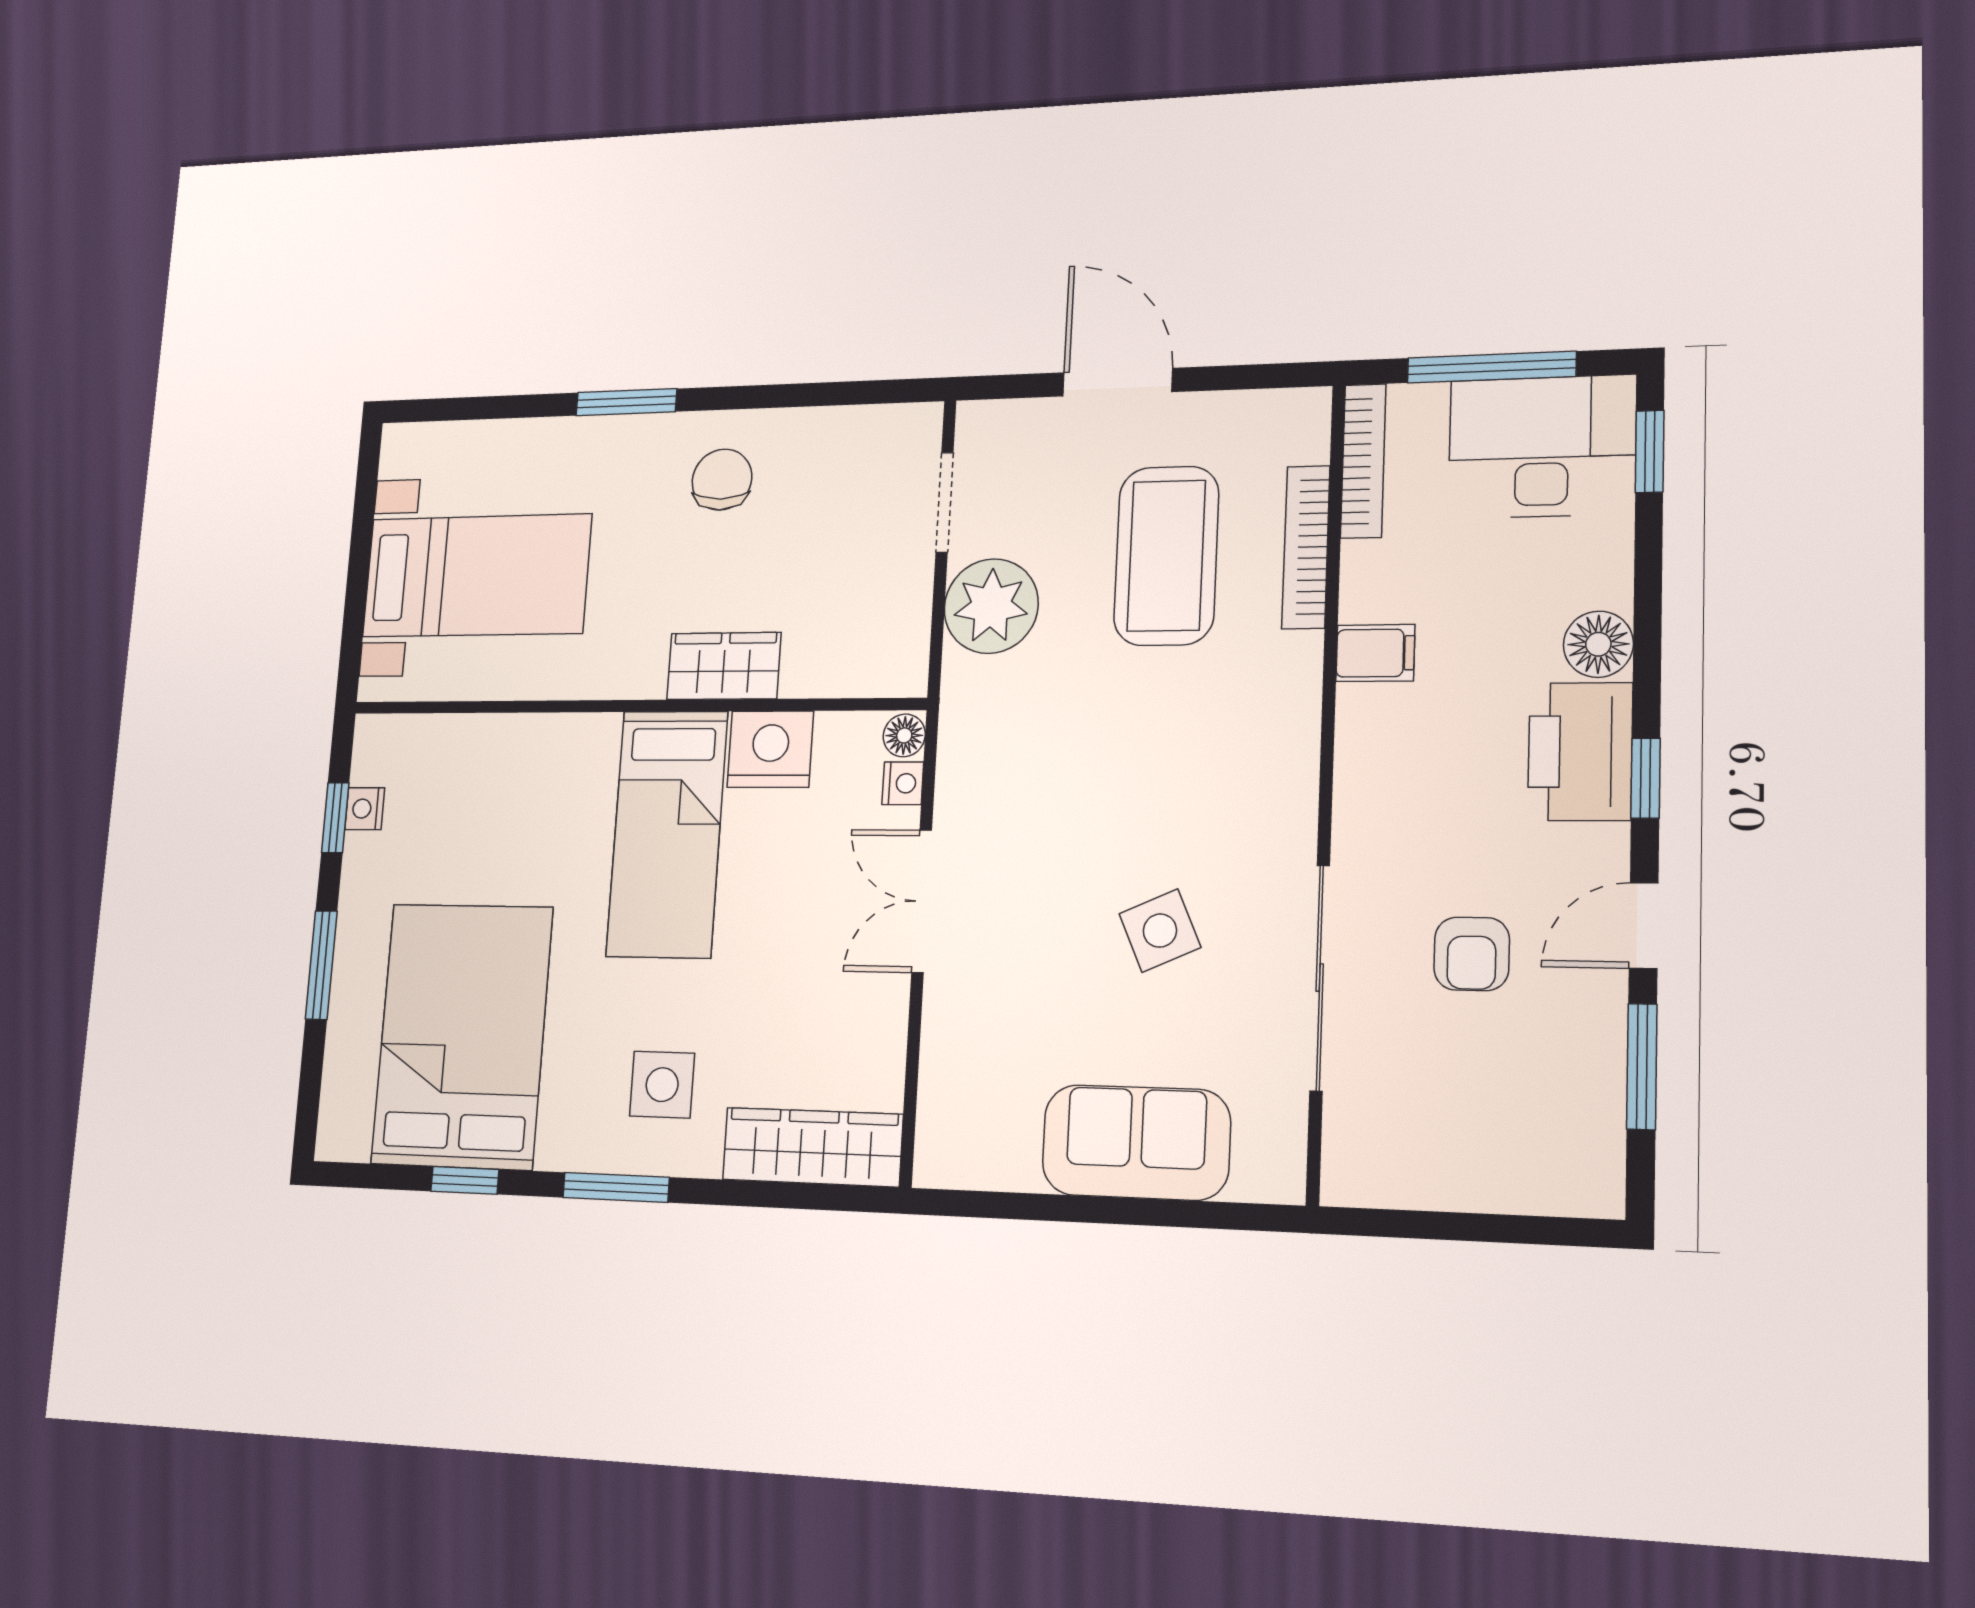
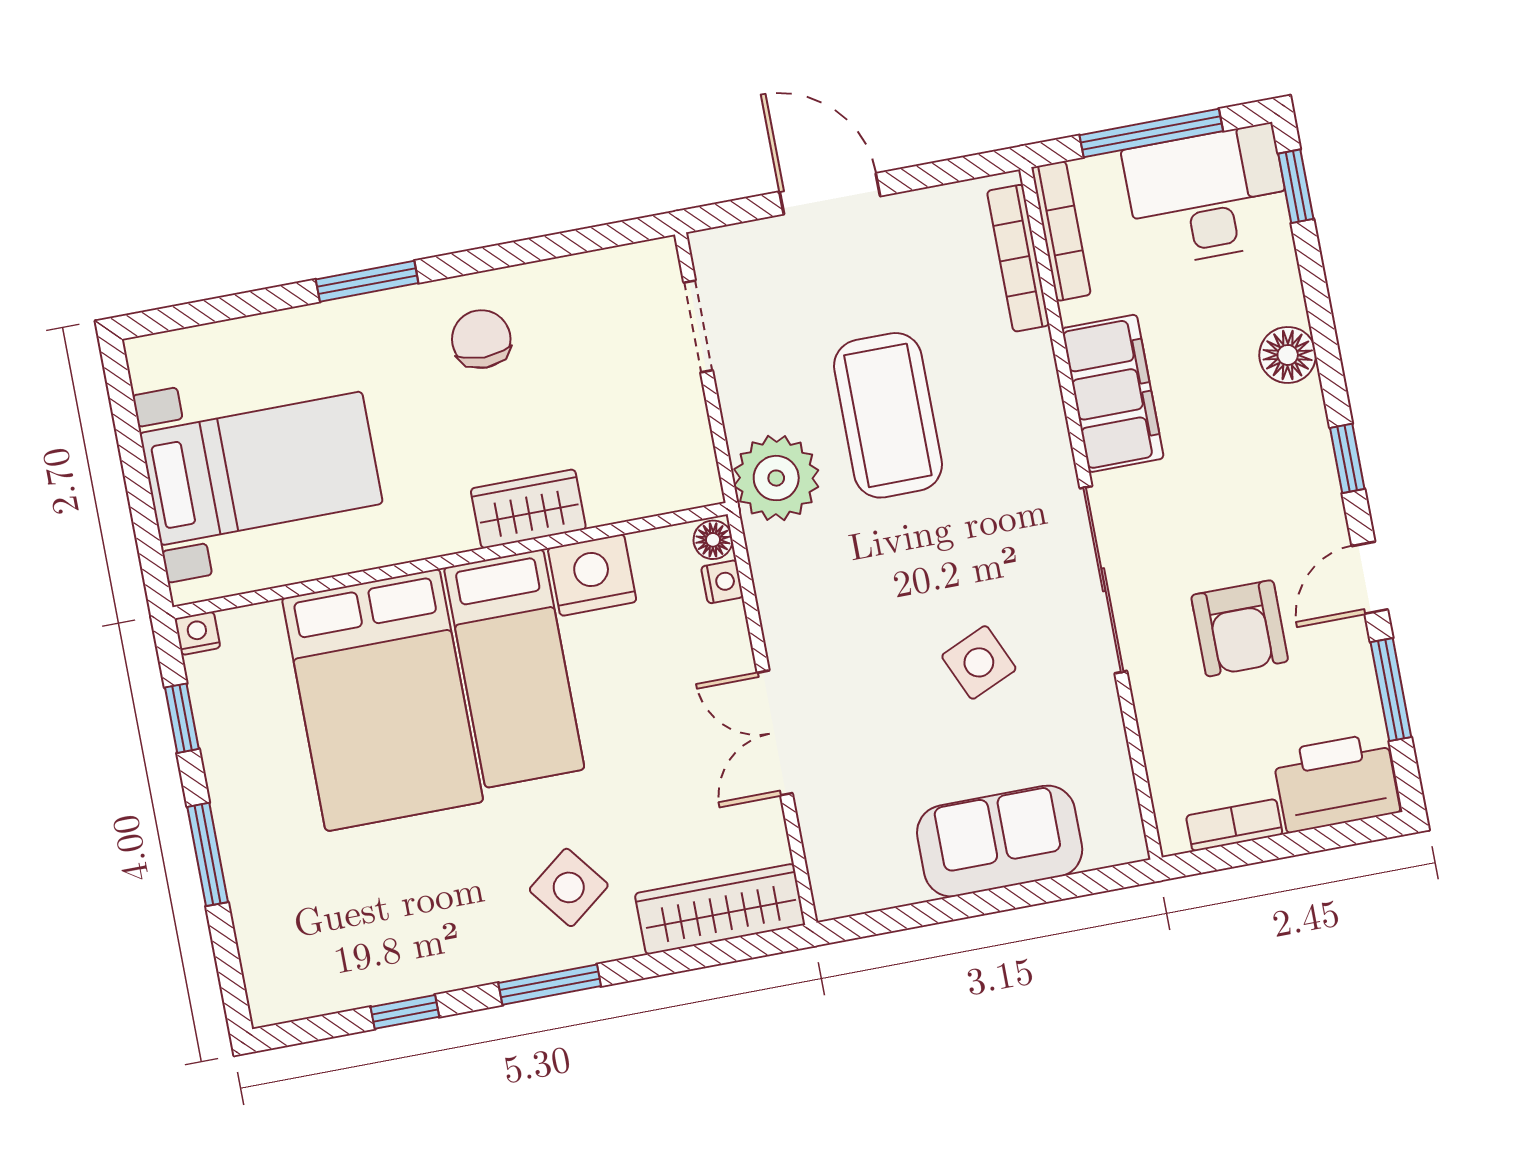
bookcase: (1306, 547) -> (1018, 258), moved
coffee table: (1166, 556) -> (888, 415), moved
plant: (991, 606) -> (776, 478), moved
filing cabinet: (1375, 653) -> (1113, 393), width x3.00, depth x1.17
printer: (1580, 752) -> (1336, 782), moved, turned 90
nightstand: (365, 809) -> (197, 633), moved, turned 90
double door: (922, 901) -> (775, 733), moved
armchair: (1472, 954) -> (1240, 628), width x1.38, depth x1.38
sliding door: (1320, 978) -> (1103, 580), moved
bed: (462, 1036) -> (383, 700), moved, turned 180
side table: (662, 1085) -> (569, 887), turned -38
bookcase: (1414, 1188) -> (1234, 825), added

